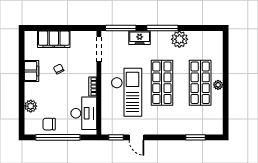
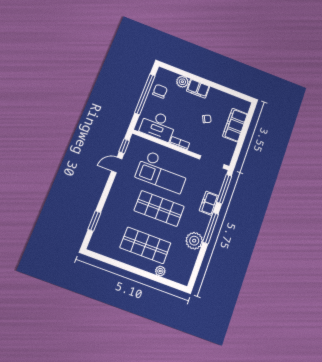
filing cabinet: (31, 71) -> (198, 89), moved
plant: (218, 85) -> (160, 271), moved

